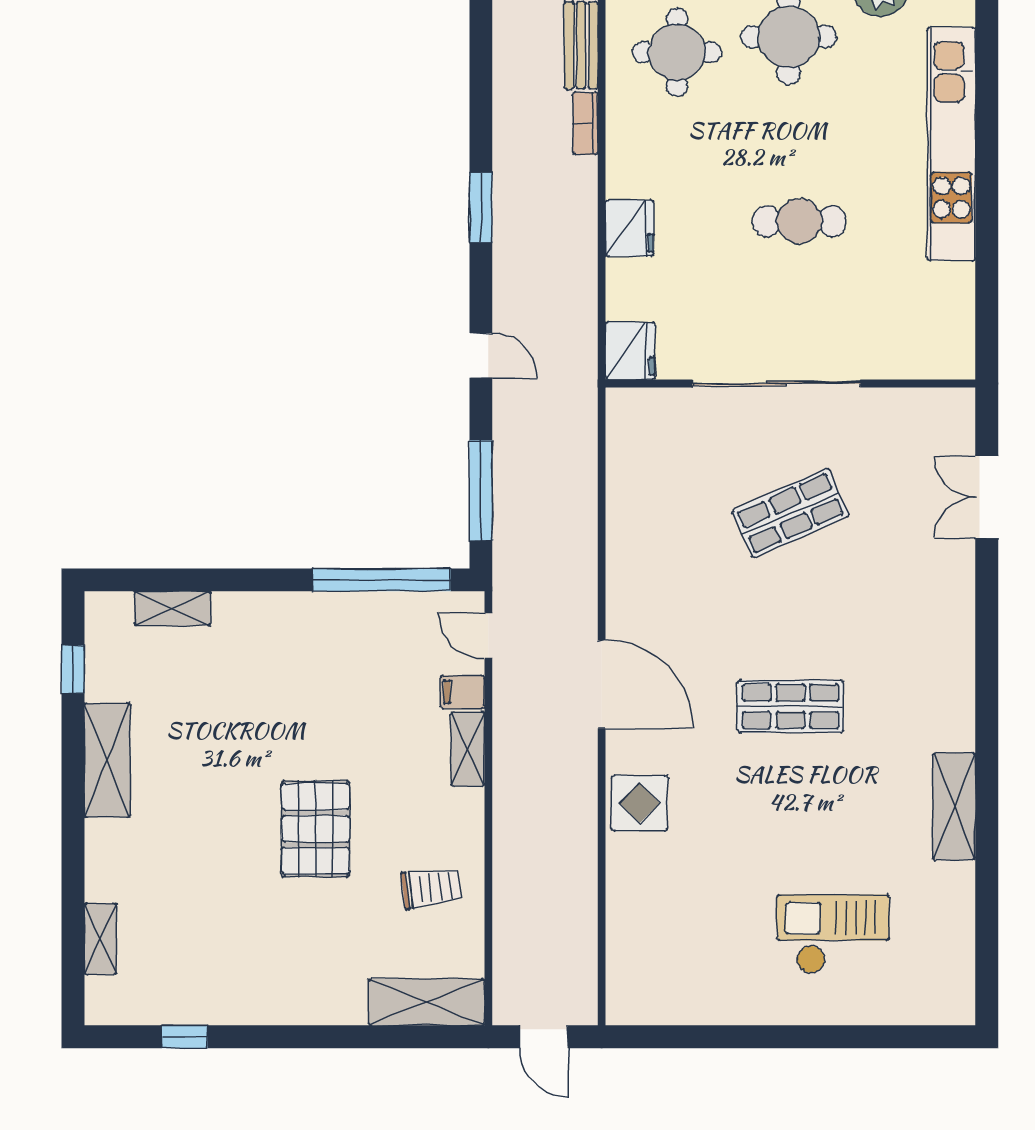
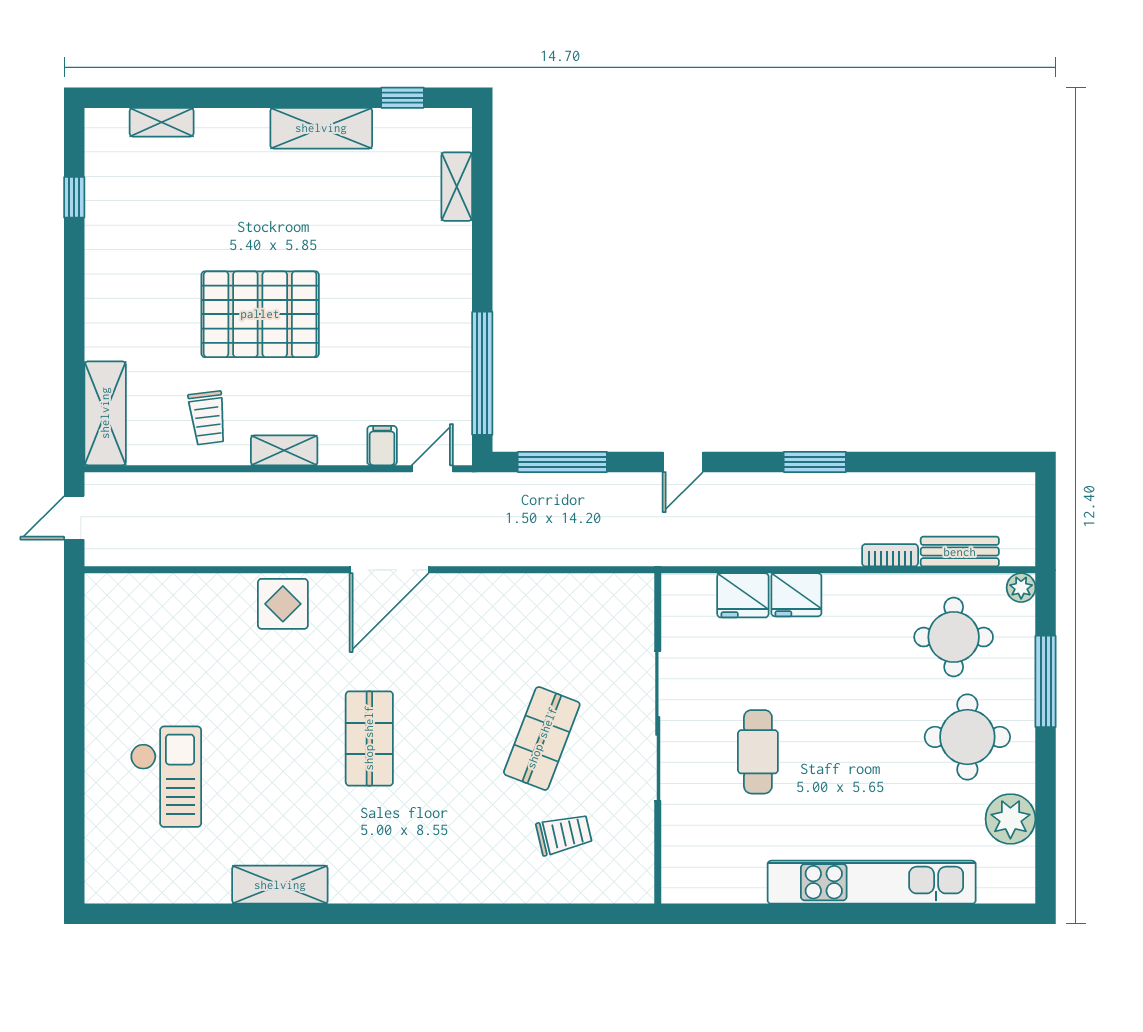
cafe table: (799, 221) -> (758, 752), moved
fridge: (630, 351) -> (743, 595), moved
trolley: (898, 488) -> (564, 834), added
double door: (987, 497) -> (556, 914), removed
shop shelf: (790, 513) -> (542, 738), turned 45
shelving: (468, 749) -> (284, 450), moved
pallet: (316, 829) -> (260, 314), width x1.37, depth x1.41

